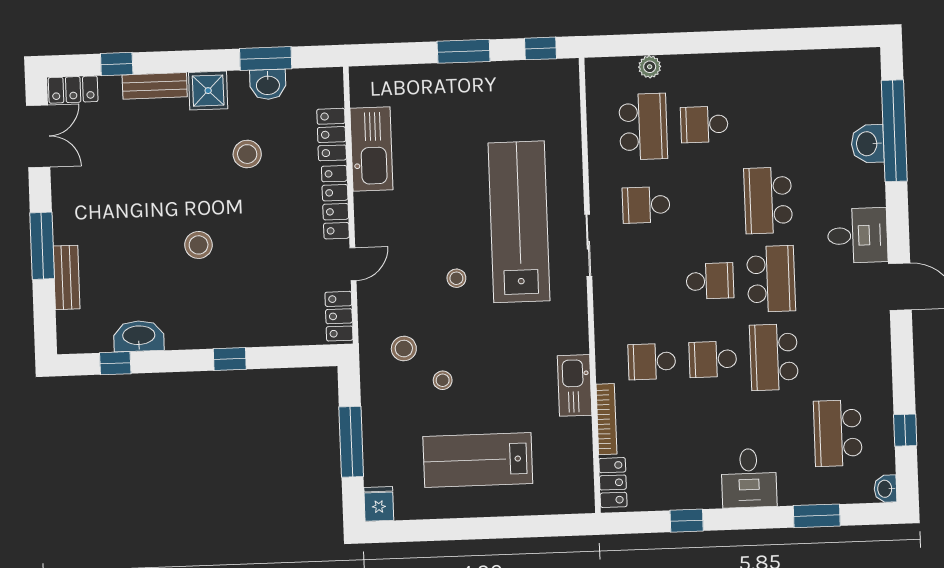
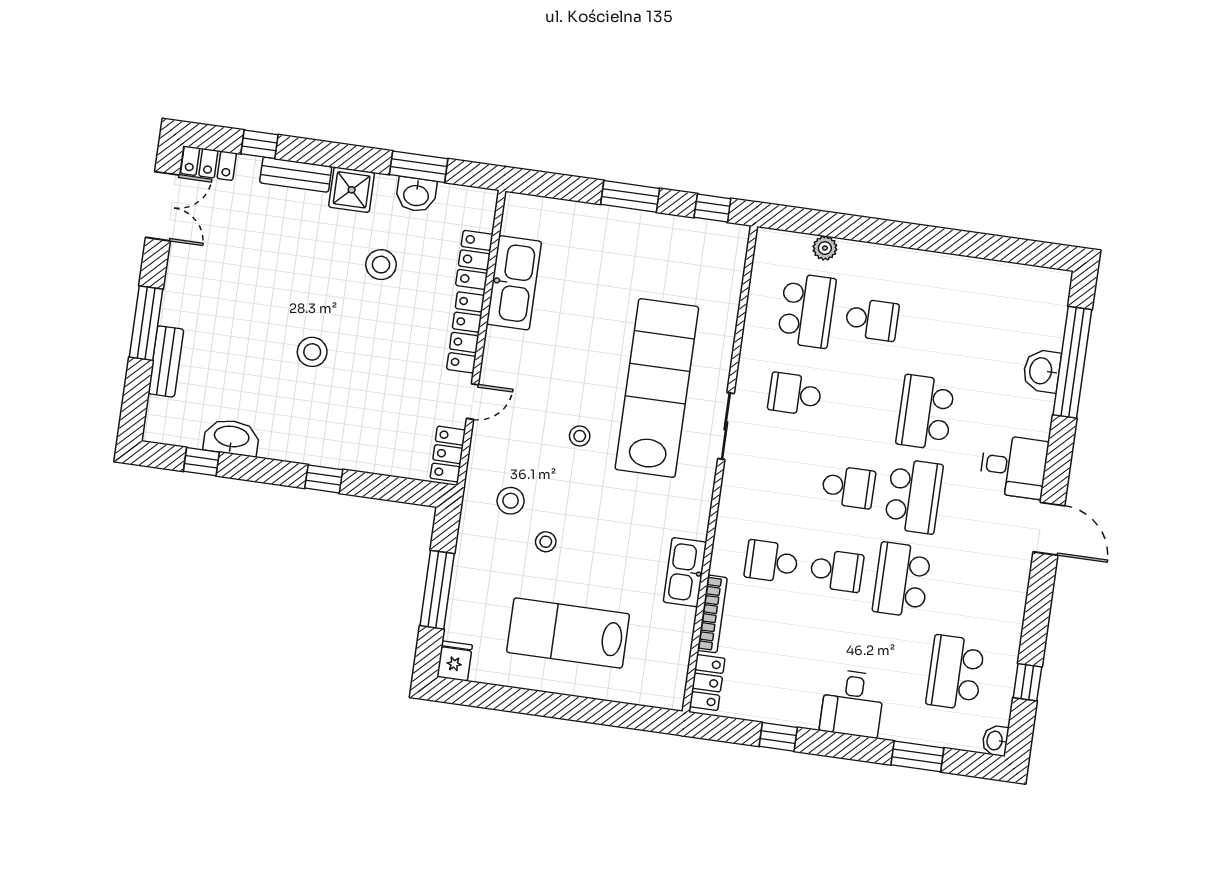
school desk: (704, 124) -> (872, 320), turned 180
school desk: (713, 359) -> (837, 571), turned 180

